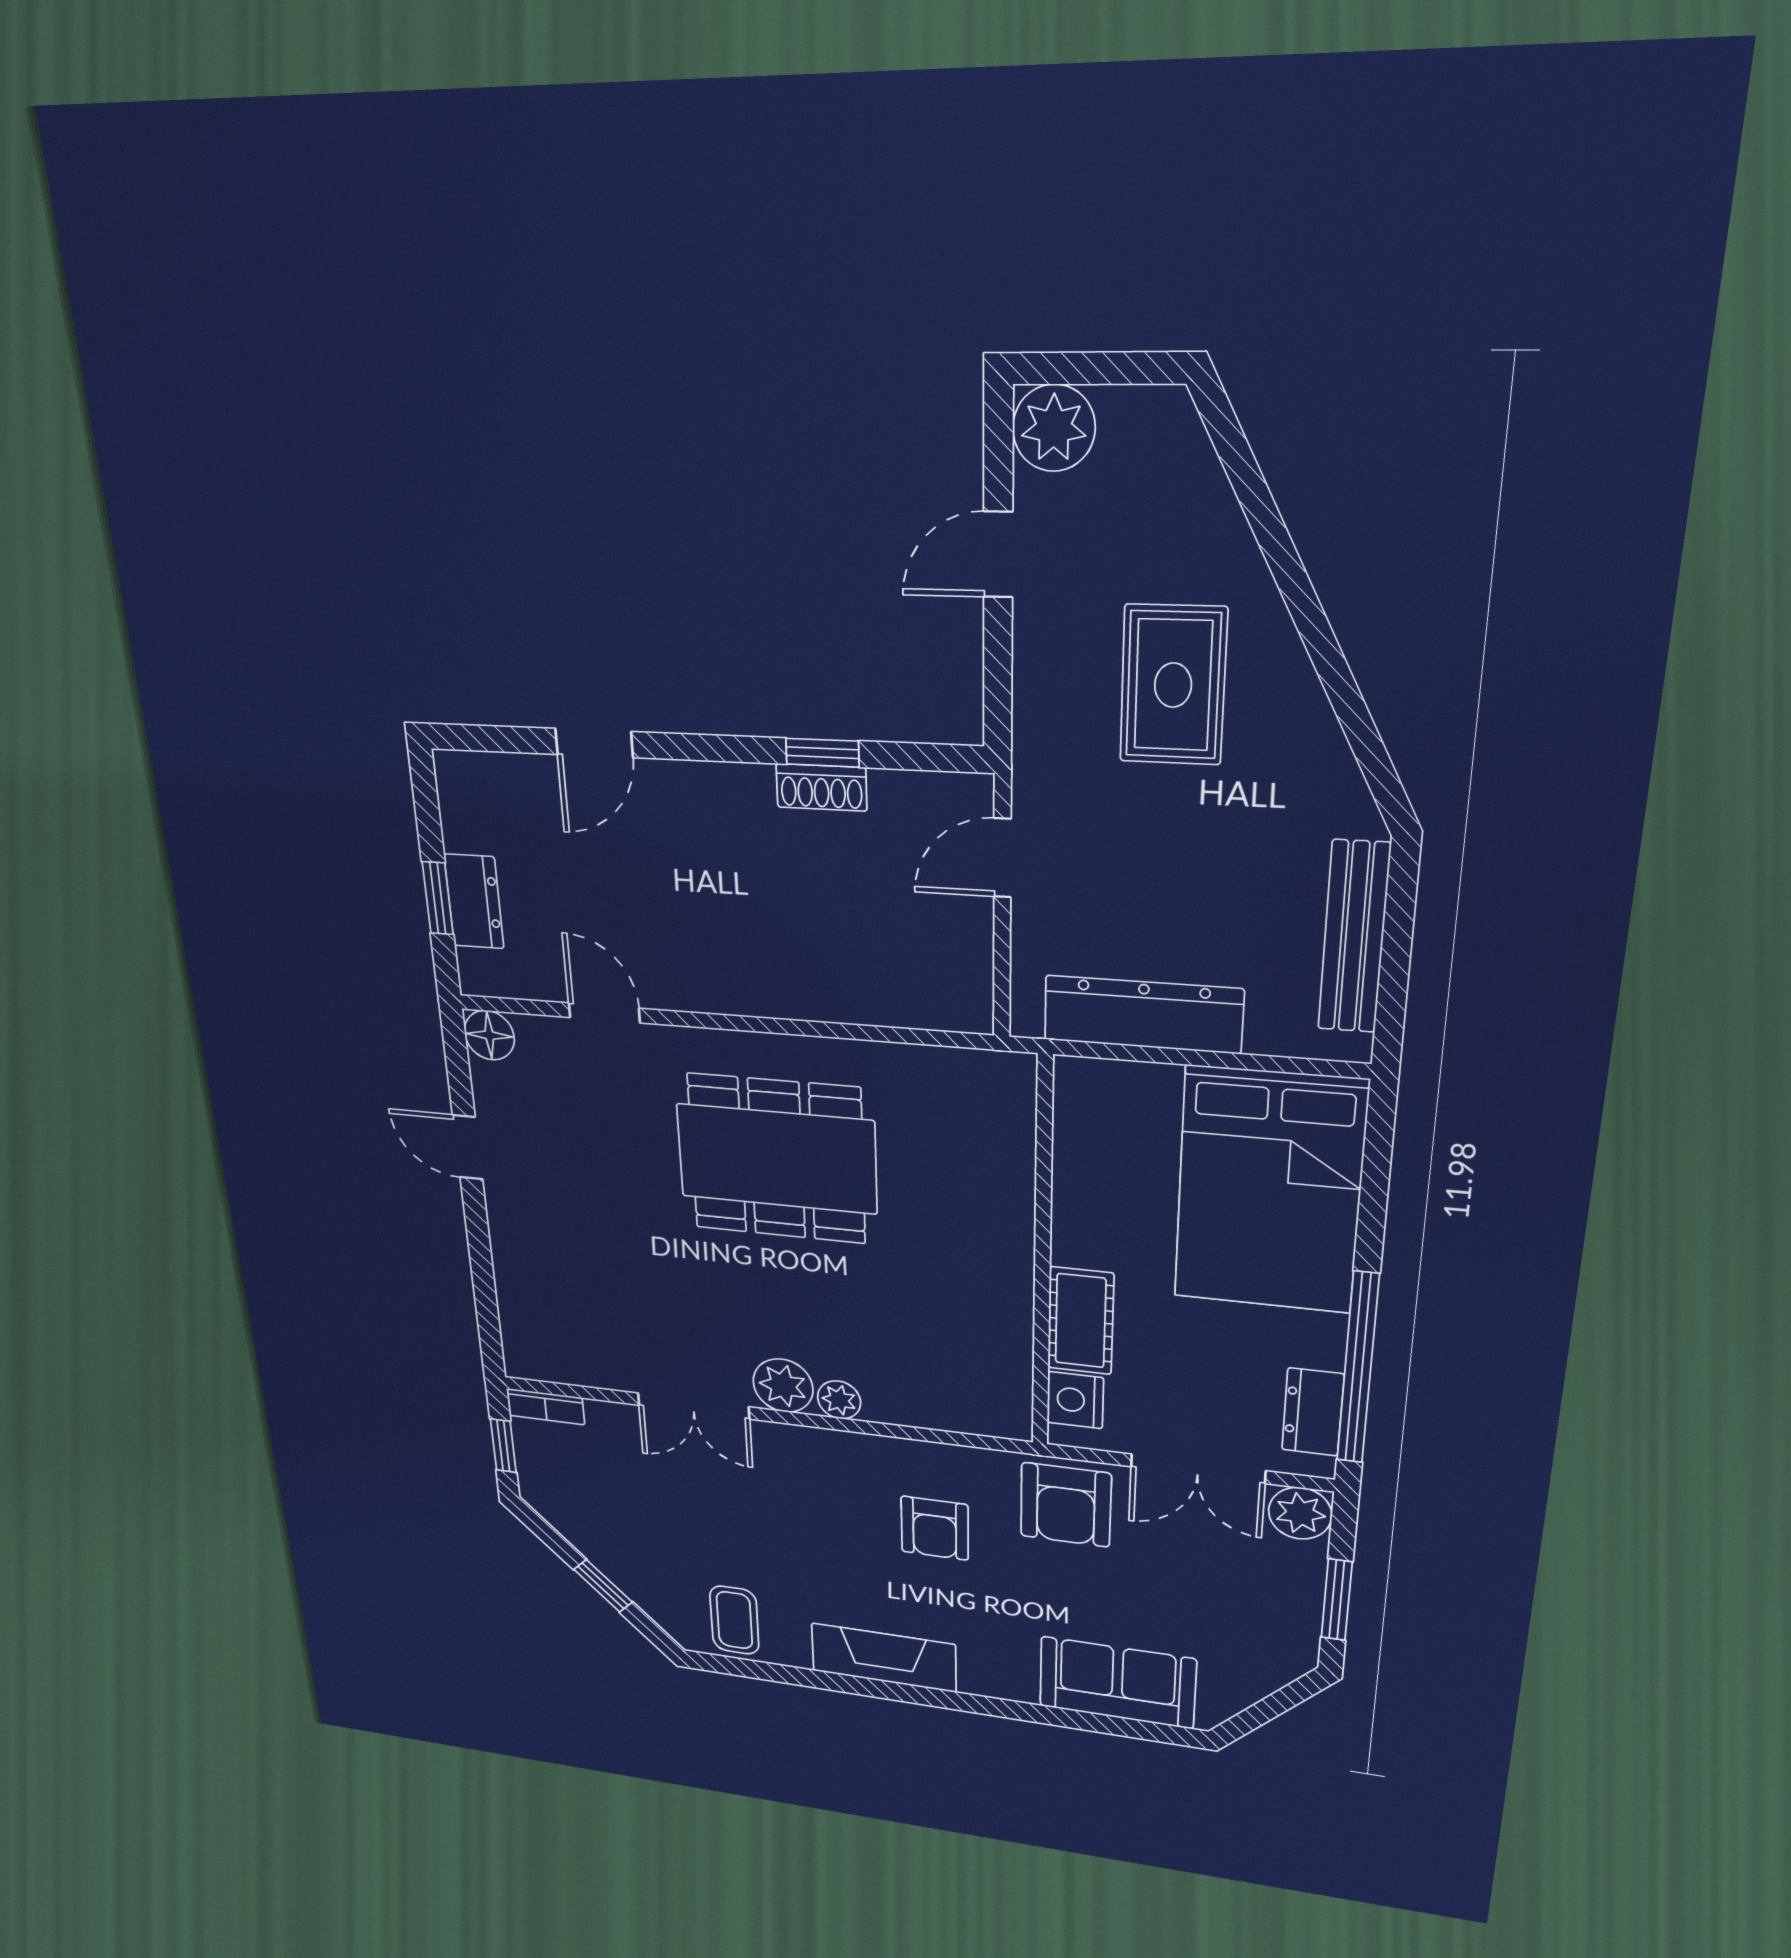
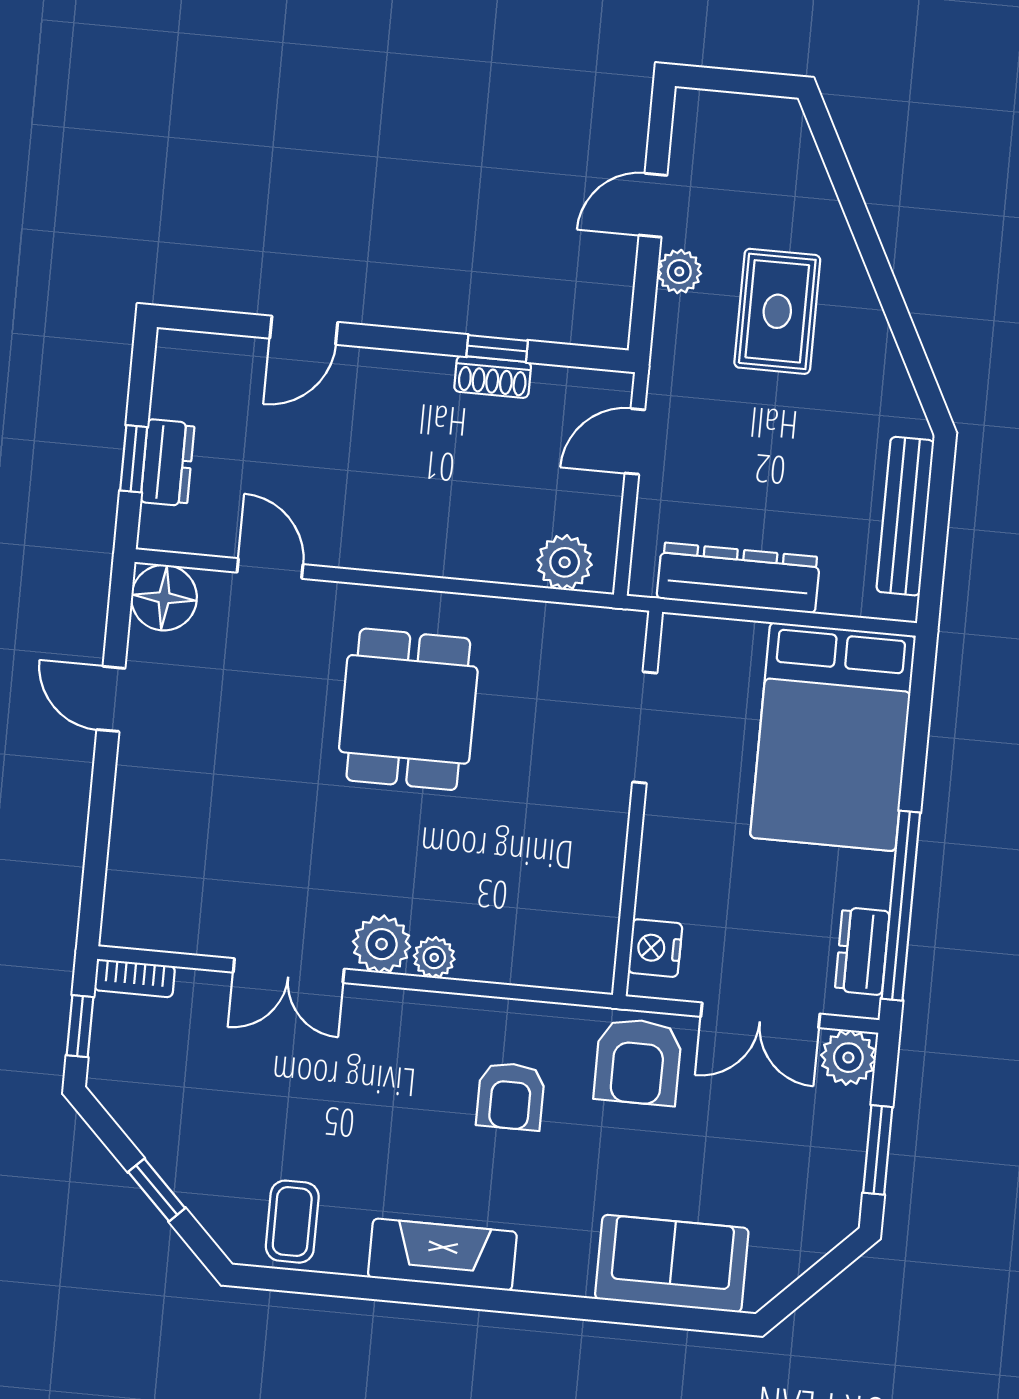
plant: (1054, 428) -> (679, 272), moved, width x0.73, depth x0.73
plant: (932, 1000) -> (565, 562), added
floor lamp: (489, 1035) -> (164, 598), width x1.38, depth x1.38
dining table: (777, 1159) -> (408, 709), width x0.73
doorway: (1044, 1179) -> (645, 727), added
cot: (1081, 1321) -> (666, 866), removed

